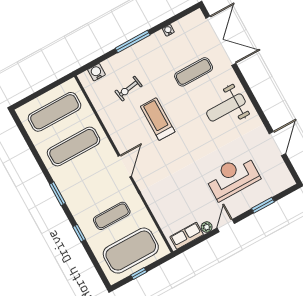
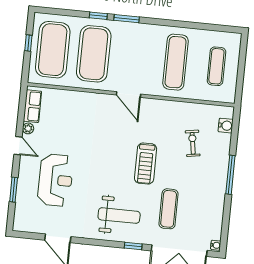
water cooler: (168, 30) -> (216, 245), moved
window: (242, 80) -> (133, 246), added
weight bench: (226, 107) -> (119, 216), turned 90
exercise mat: (54, 112) -> (216, 66), width x0.73, depth x0.69
treadmill: (158, 119) -> (146, 163), moved, turned 90
window: (57, 194) -> (127, 19), moved
exercise mat: (112, 216) -> (94, 54), width x2.00, depth x1.45

